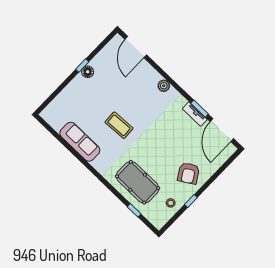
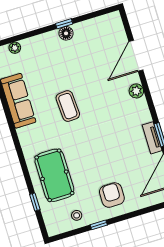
door: (136, 47) -> (136, 56), moved
plant: (55, 104) -> (15, 48), added
armchair: (188, 173) -> (112, 195), turned 122

